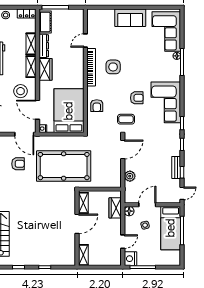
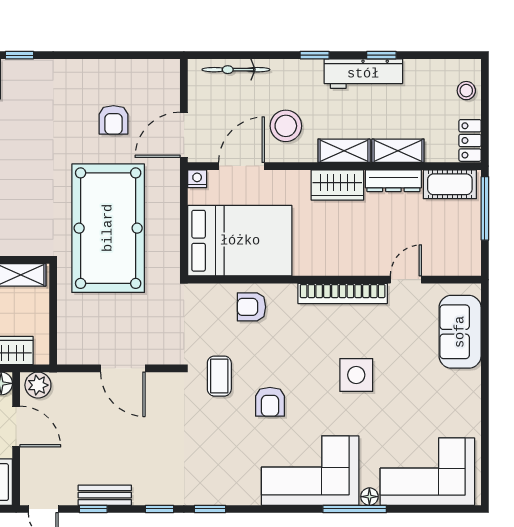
sofa: (130, 18) -> (460, 332), moved
door: (85, 41) -> (406, 280), hinge flipped
side table: (113, 67) -> (356, 375), moved
corner sofa: (166, 102) -> (310, 471), moved
door: (123, 149) -> (123, 368), moved
plant: (130, 176) -> (38, 385), moved

